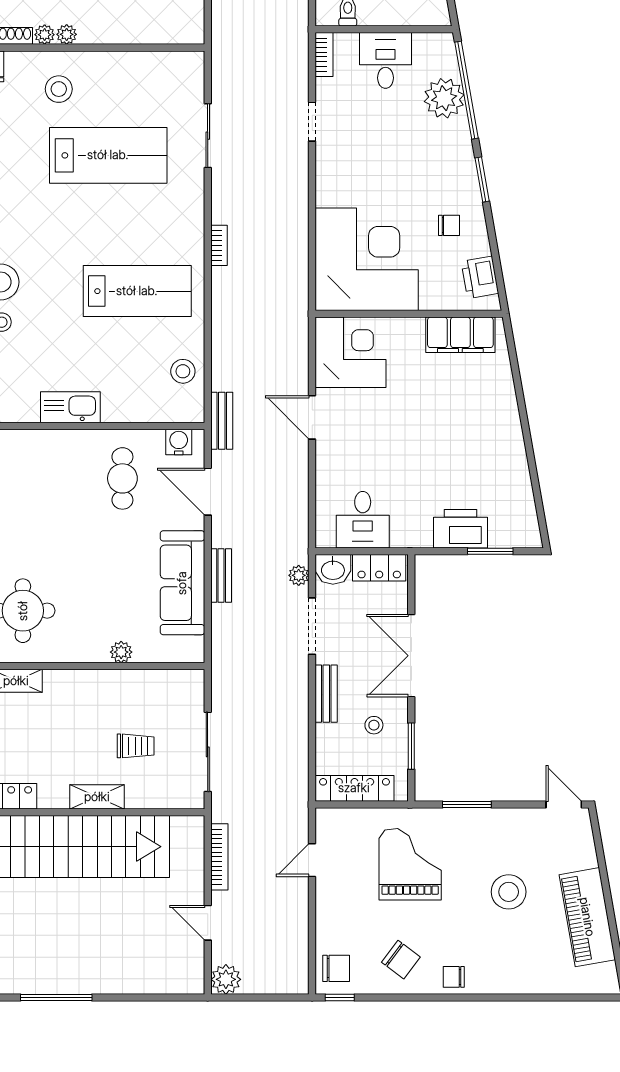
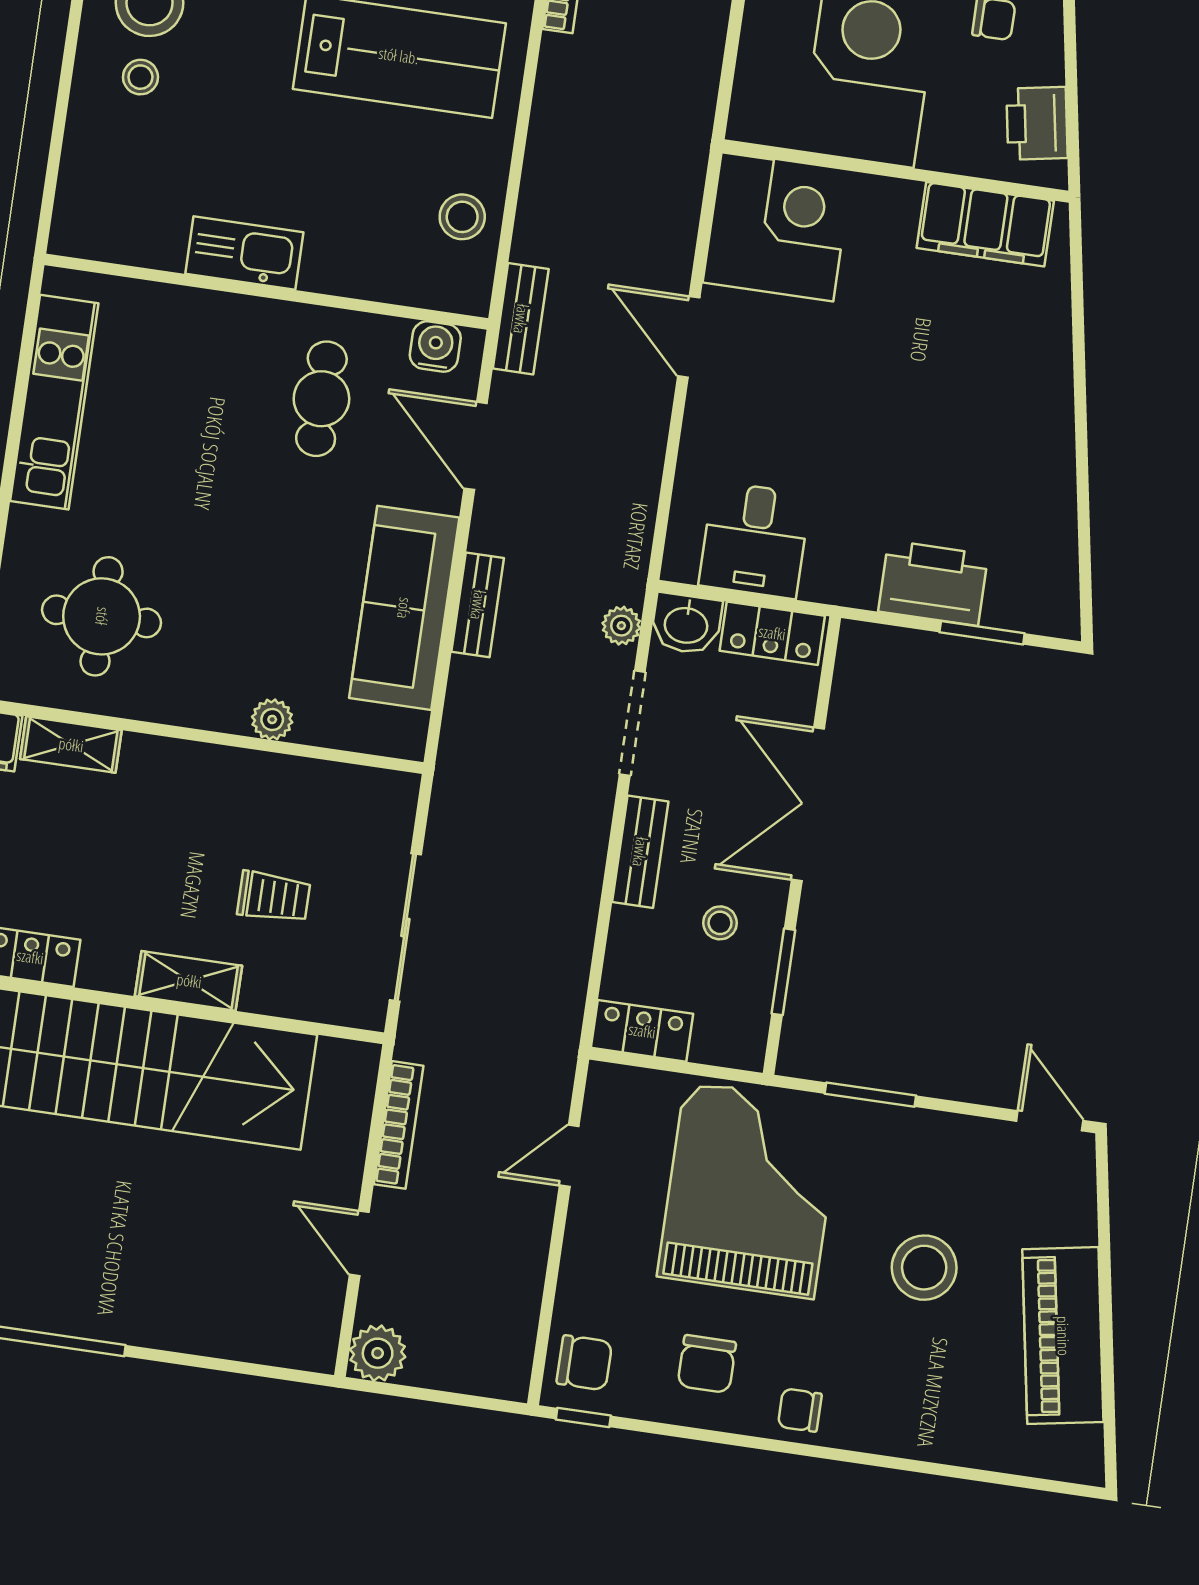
locker: (354, 788) -> (642, 1031), width x0.66
grand piano: (410, 864) -> (749, 1190), width x1.37, depth x1.48
chair: (401, 960) -> (707, 1364), turned 53

